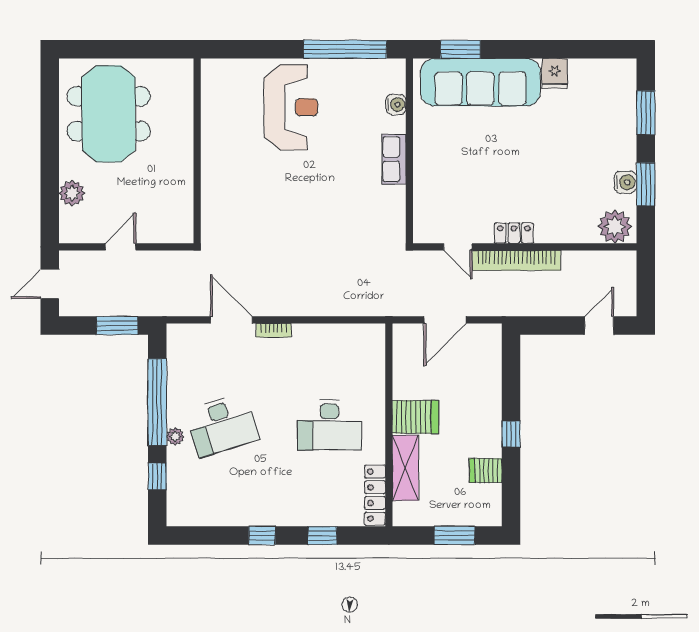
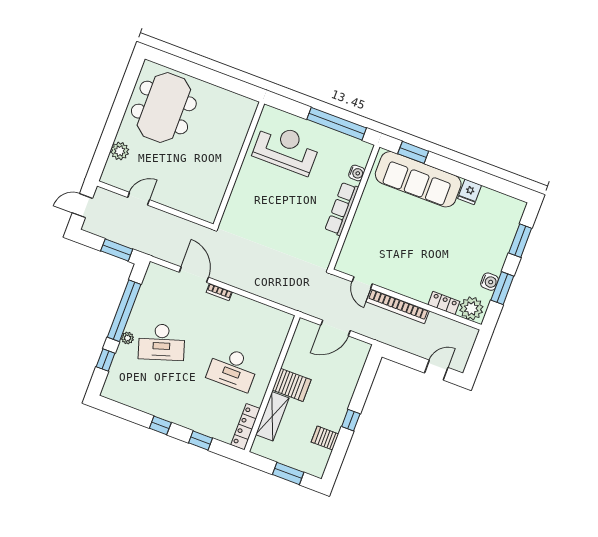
reception desk: (291, 107) -> (286, 149), turned -90
wall: (197, 151) -> (239, 164), moved
row of seats: (394, 159) -> (342, 209), width x1.48
locker: (514, 233) -> (444, 303), moved

